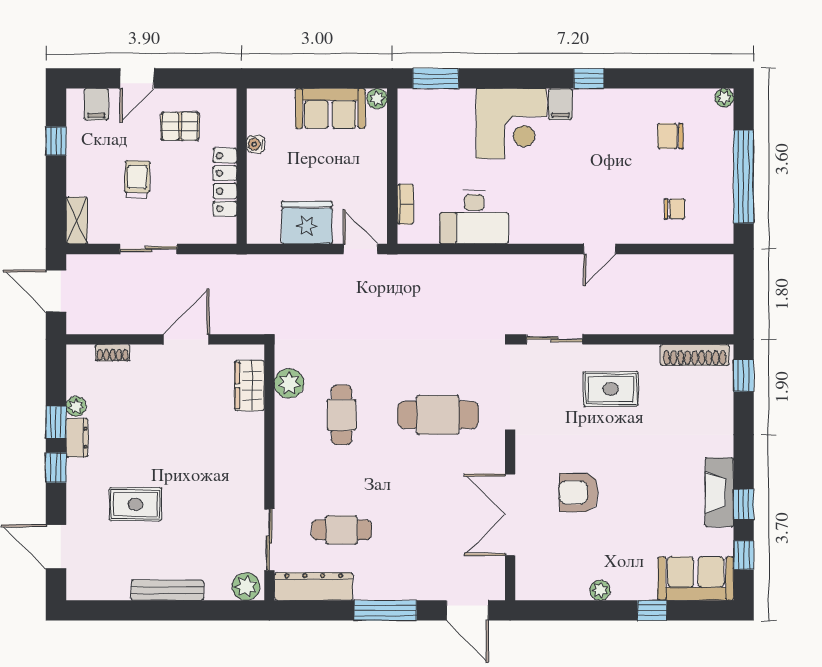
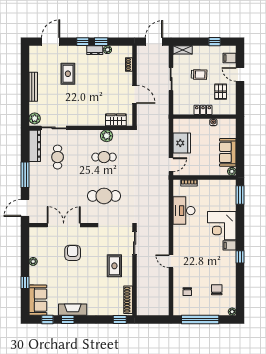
locker: (225, 182) -> (203, 110), width x0.66
plant: (289, 383) -> (107, 136), moved
cafe table: (438, 415) -> (104, 196), turned 90

